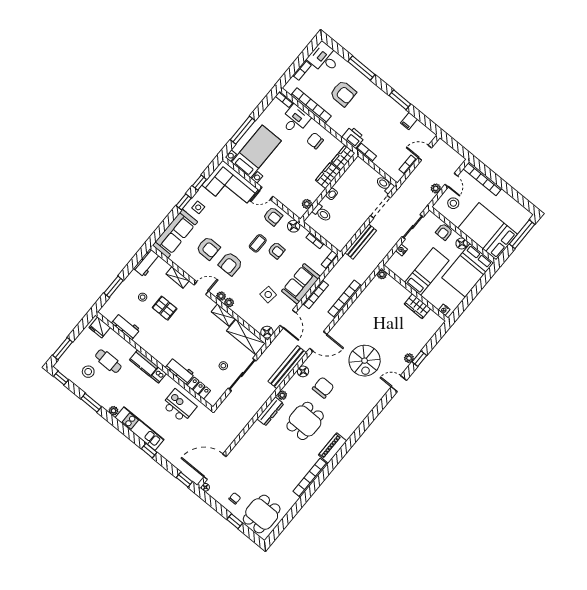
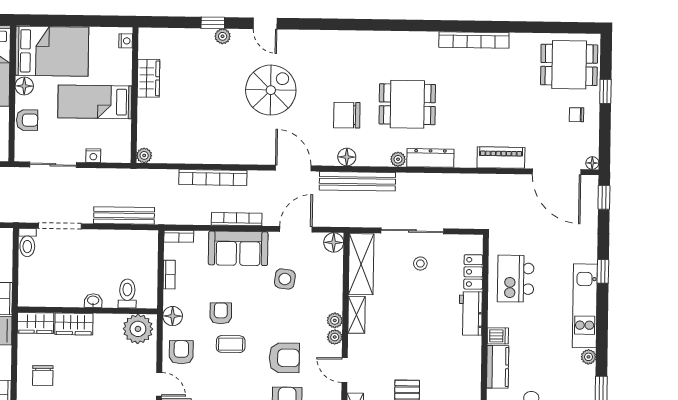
plant: (307, 204) -> (138, 329), width x1.88, depth x1.88
piano: (333, 448) -> (501, 158), moved, turned 180

